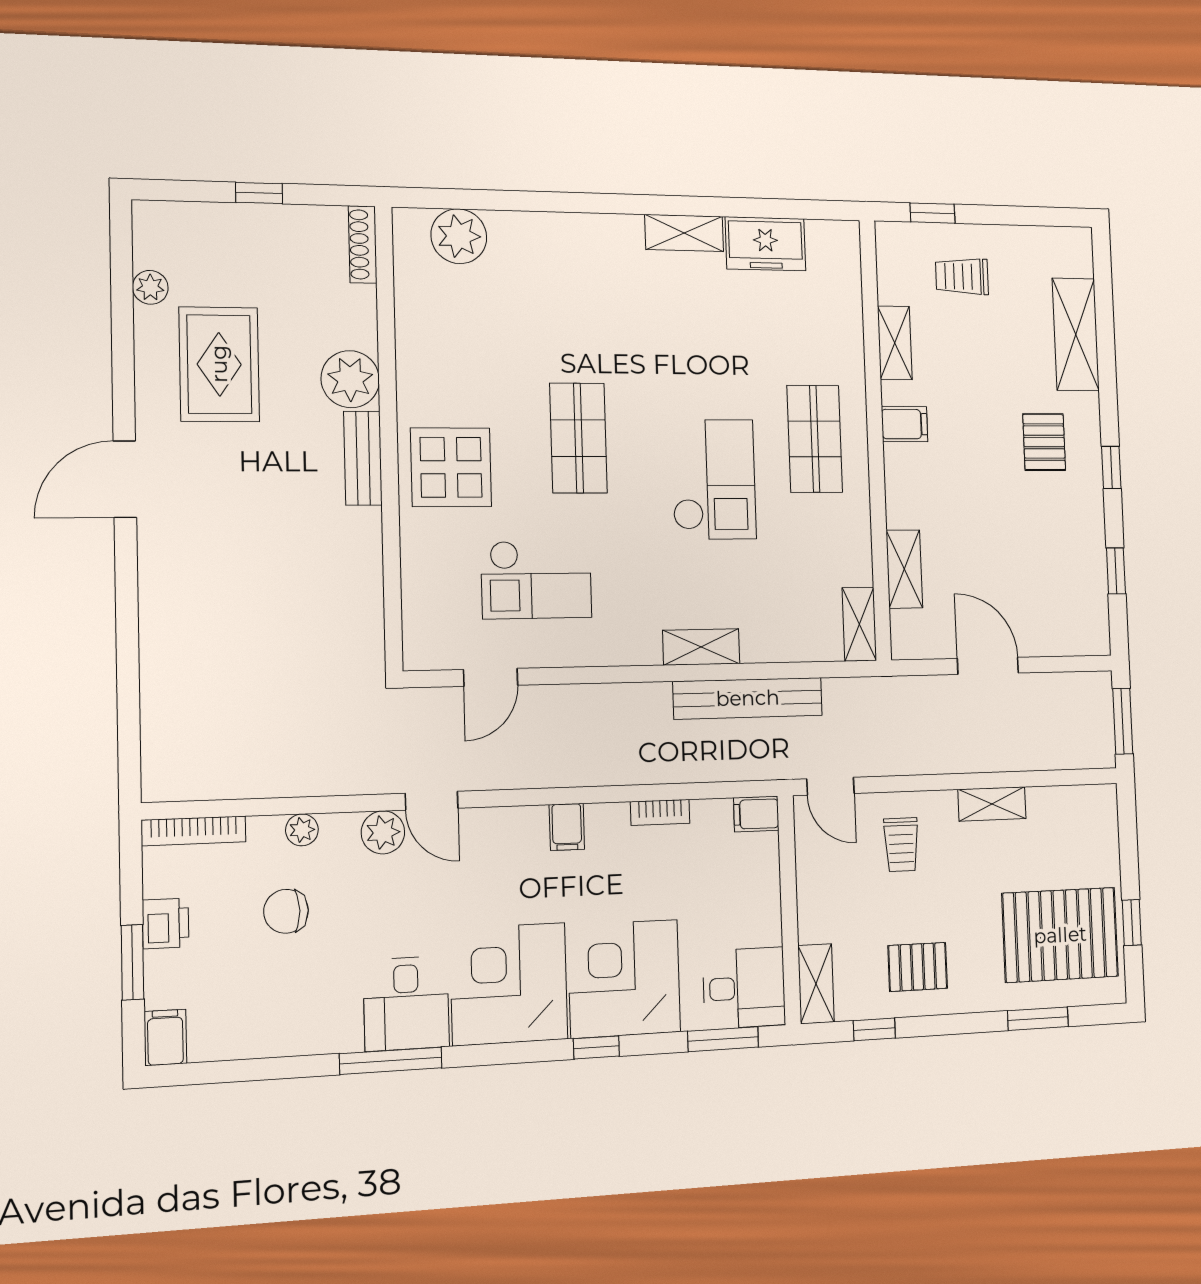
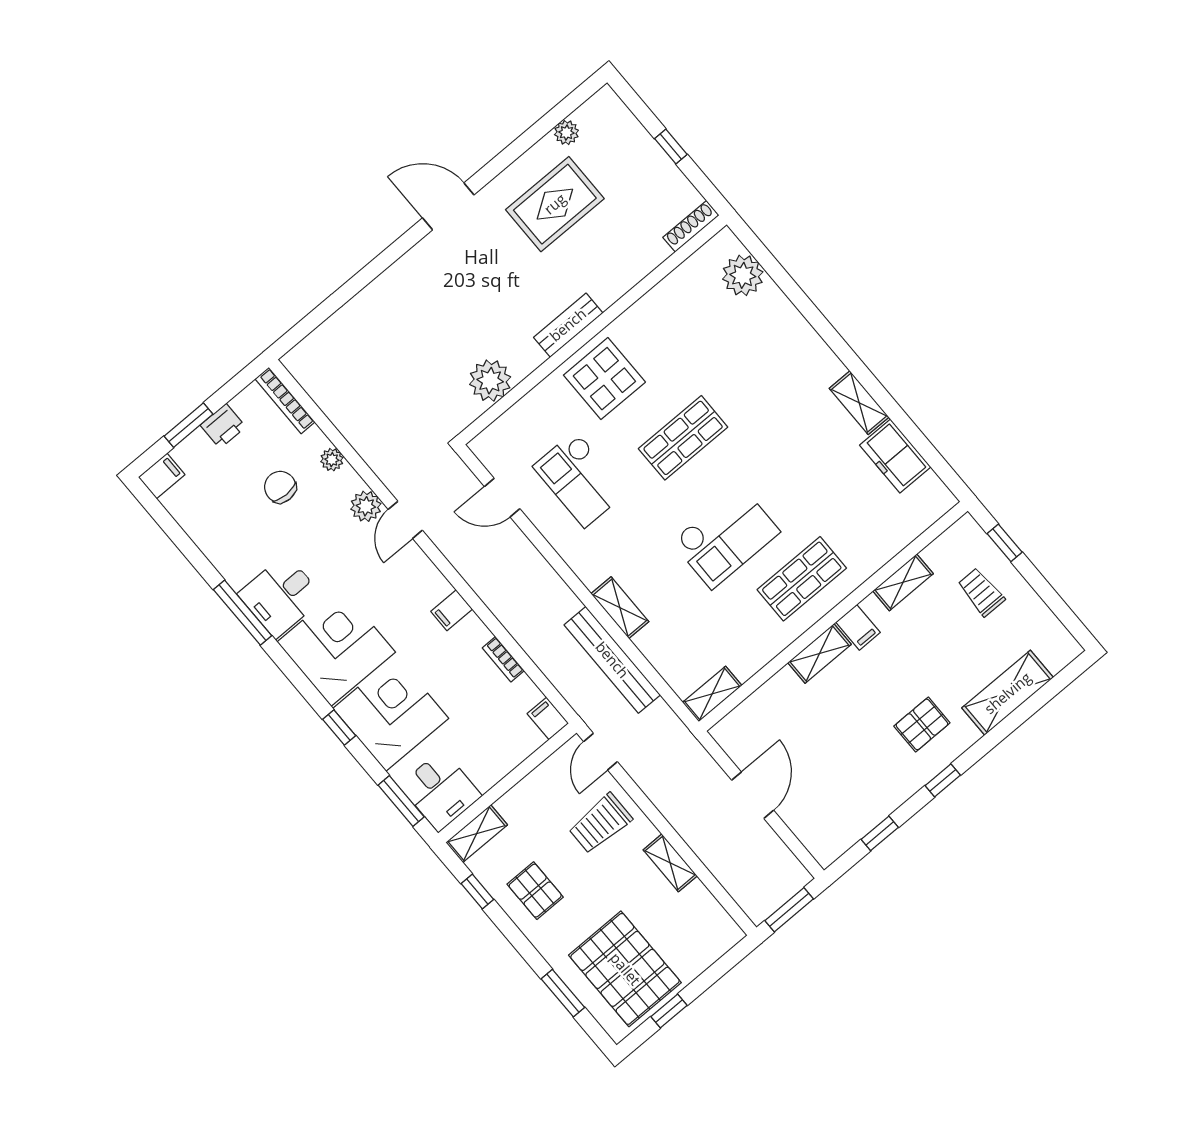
plant: (350, 379) -> (490, 381), moved
shelving: (904, 569) -> (819, 653), moved
trolley: (901, 845) -> (600, 823), width x1.36, depth x1.39

